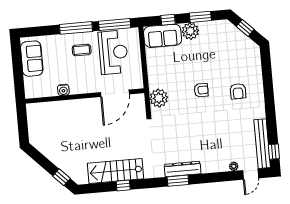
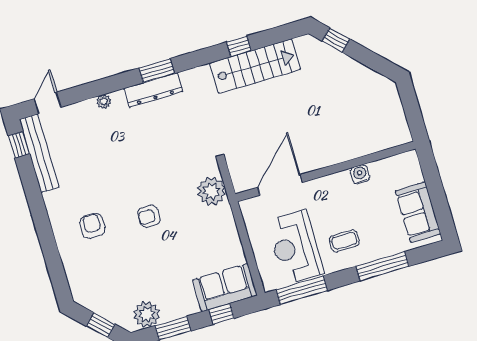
window: (76, 28) -> (382, 266), moved
plant: (190, 31) -> (147, 314), moved
plant: (234, 166) -> (104, 102), moved

